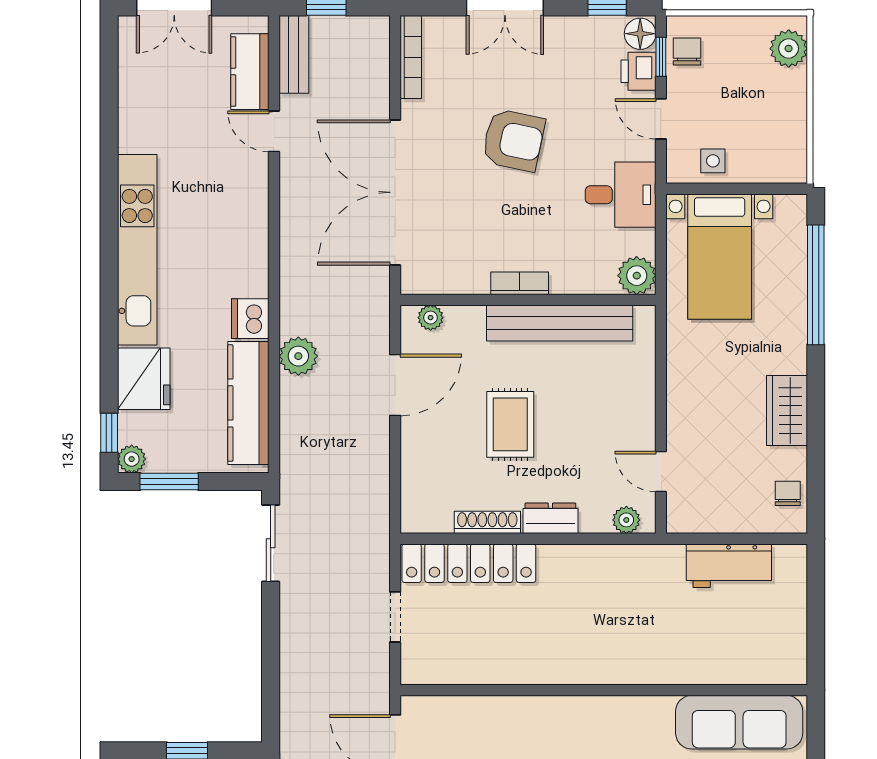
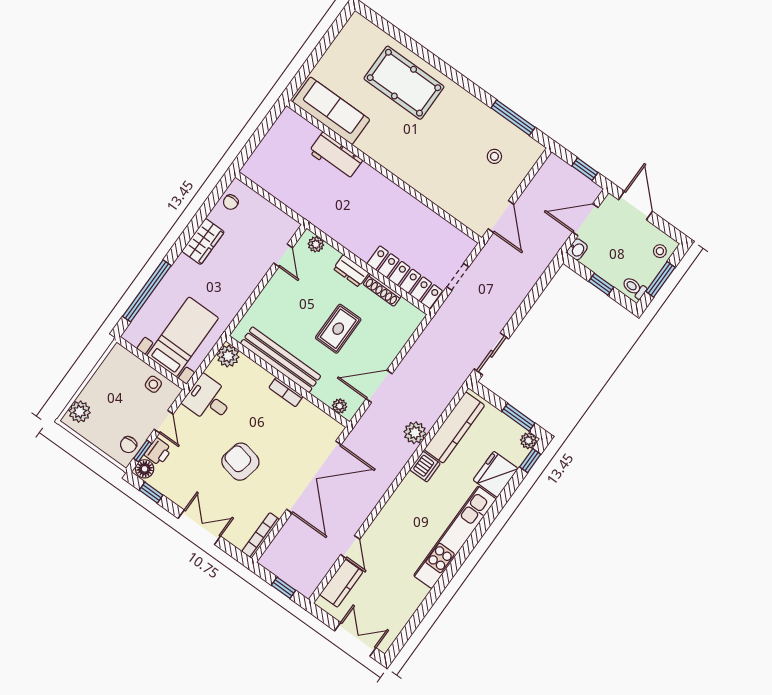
bench: (294, 54) -> (315, 576), removed
workbench: (729, 566) -> (336, 156), moved, turned 180

